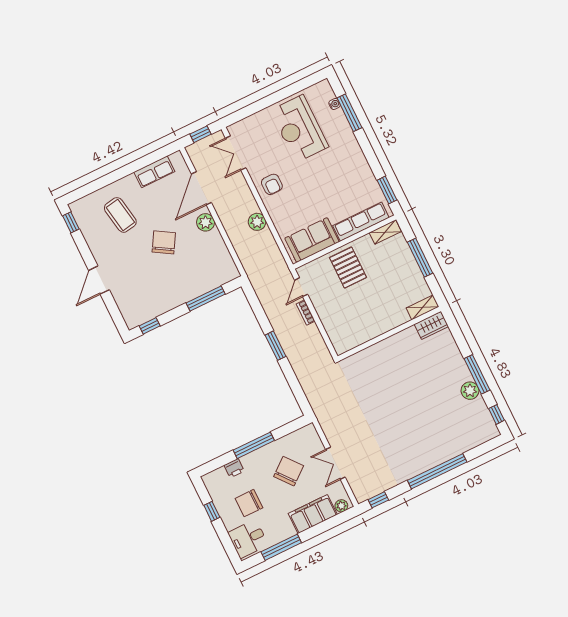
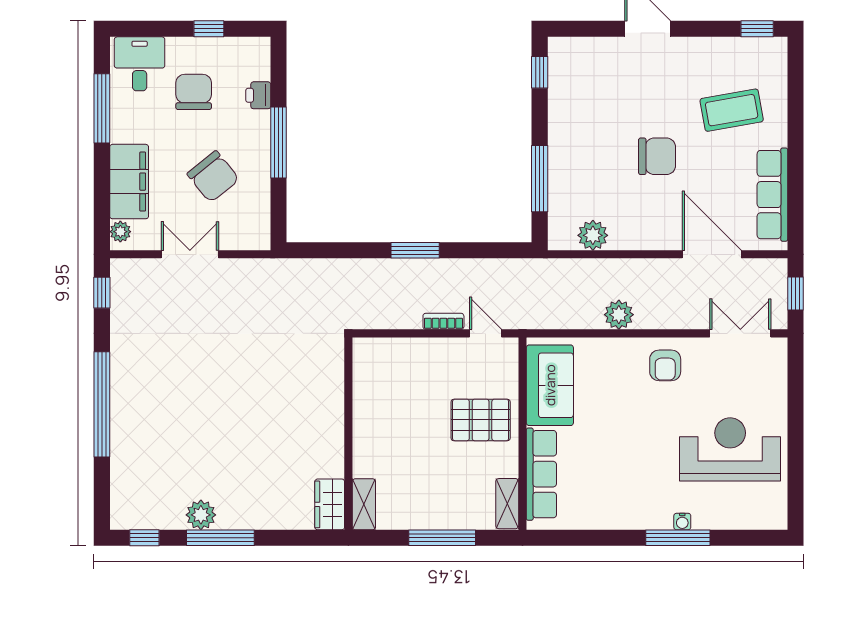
water cooler: (334, 104) -> (682, 521), moved
window: (349, 113) -> (678, 538), moved
row of seats: (154, 172) -> (772, 195), width x1.48
armchair: (272, 184) -> (665, 365), turned -90
window: (387, 190) -> (570, 538), removed
plant: (206, 222) -> (593, 235), moved
chair: (164, 242) -> (657, 156), turned -31

